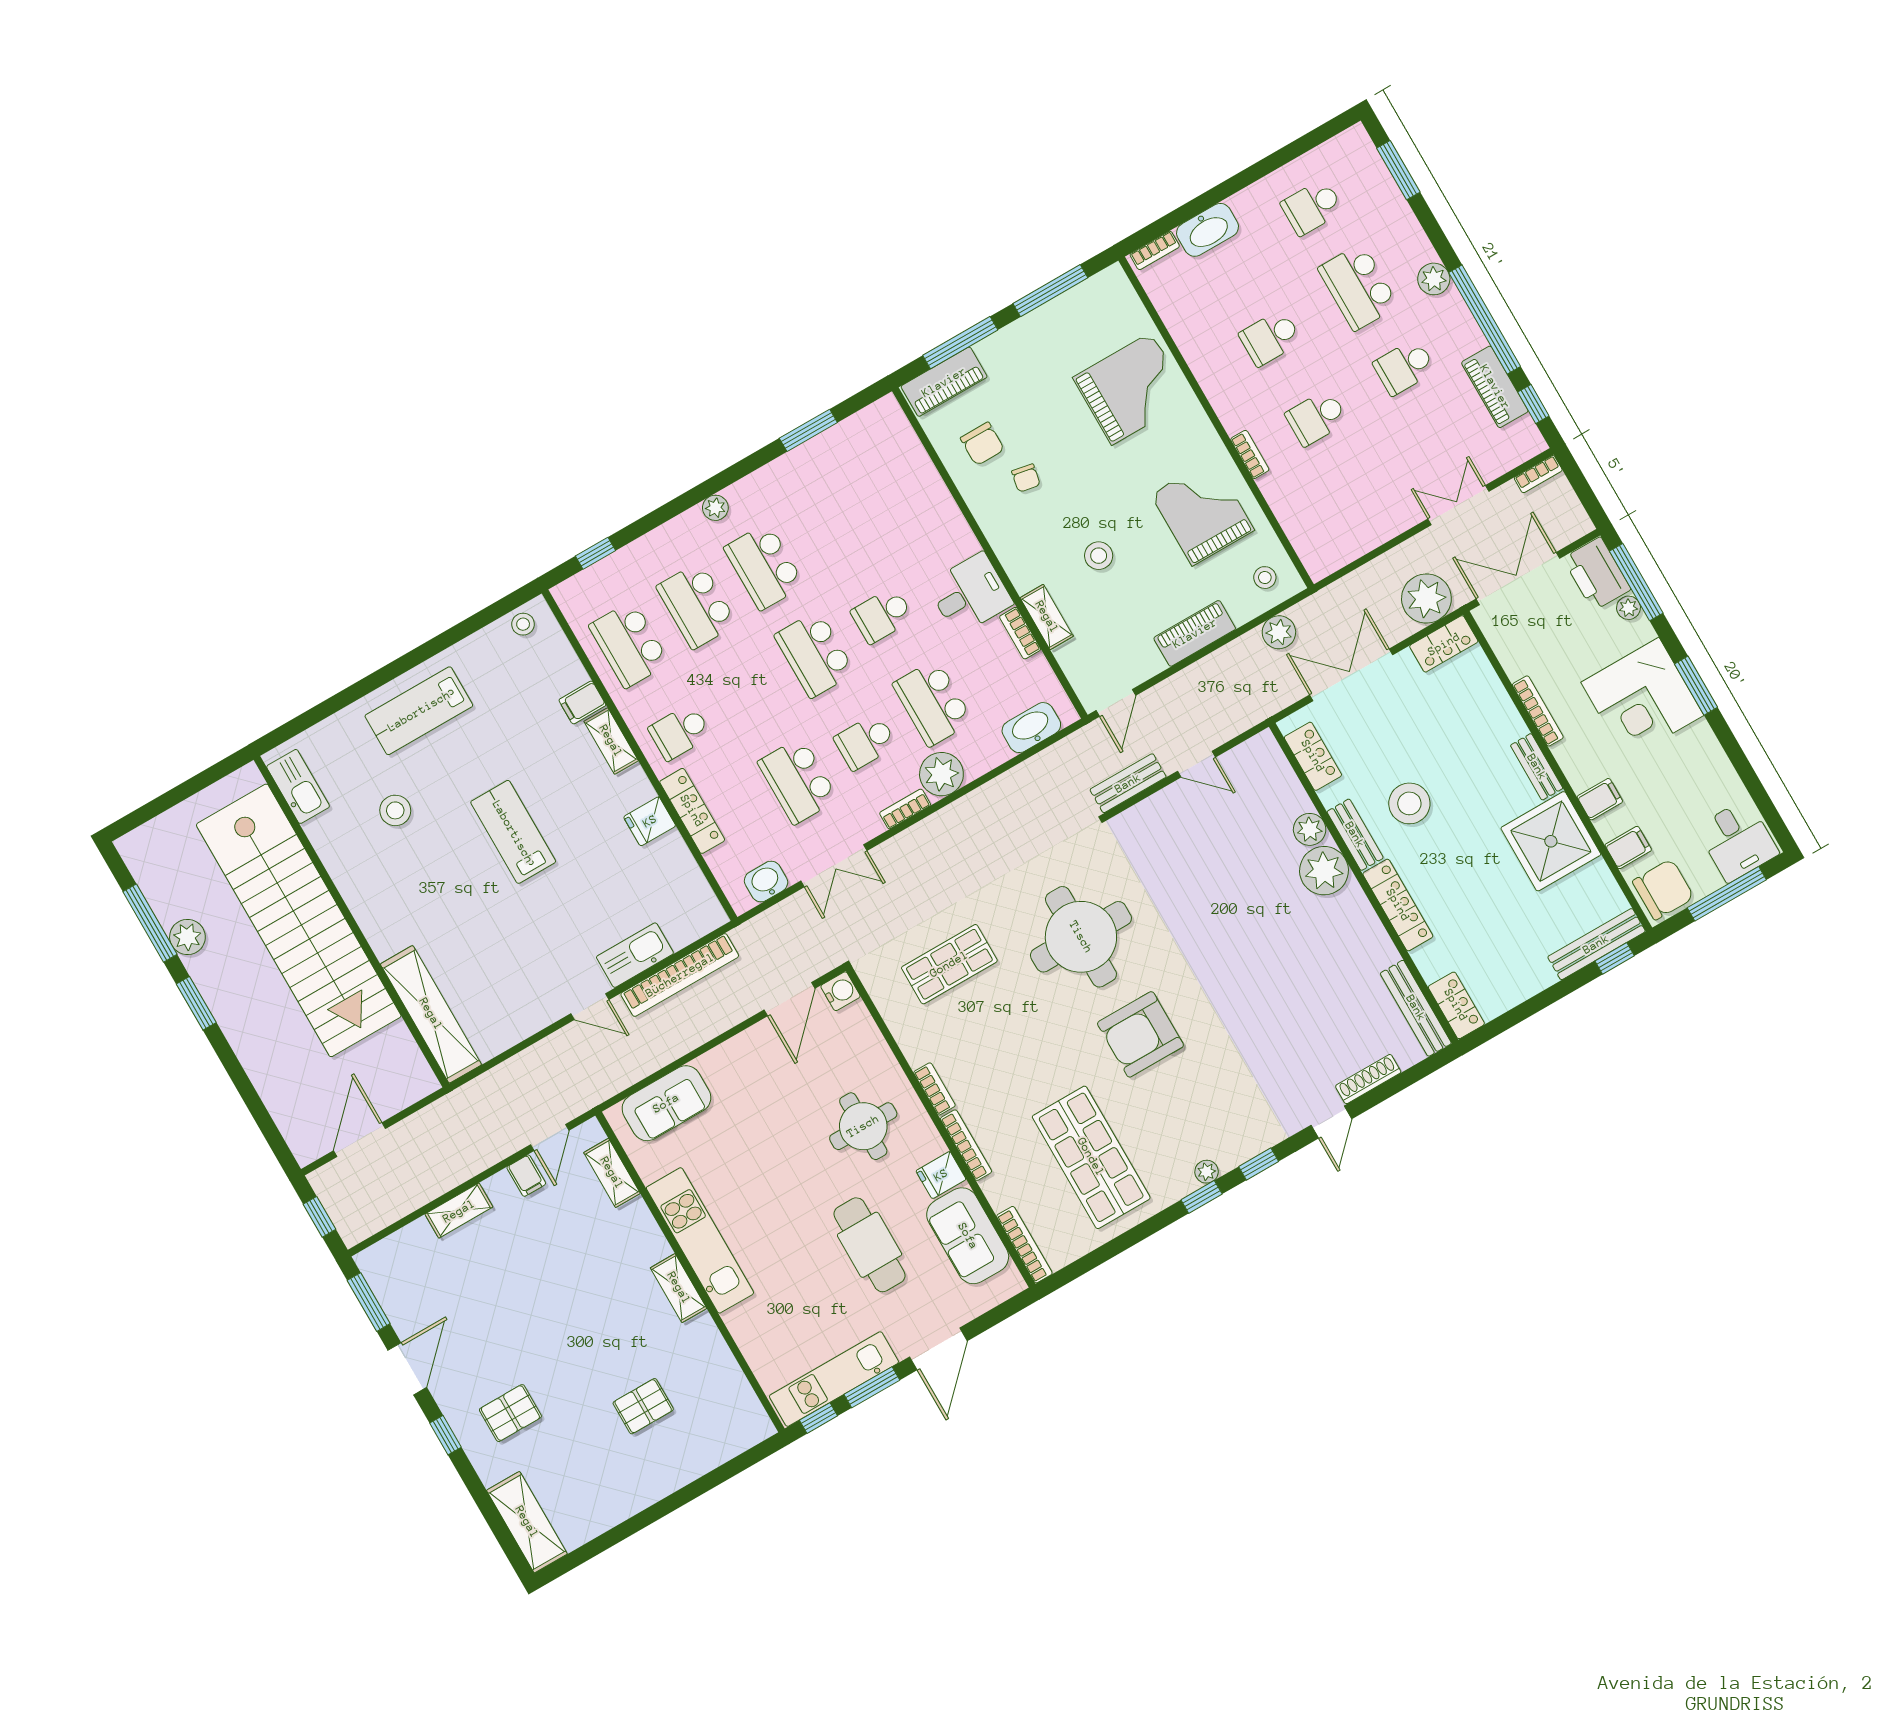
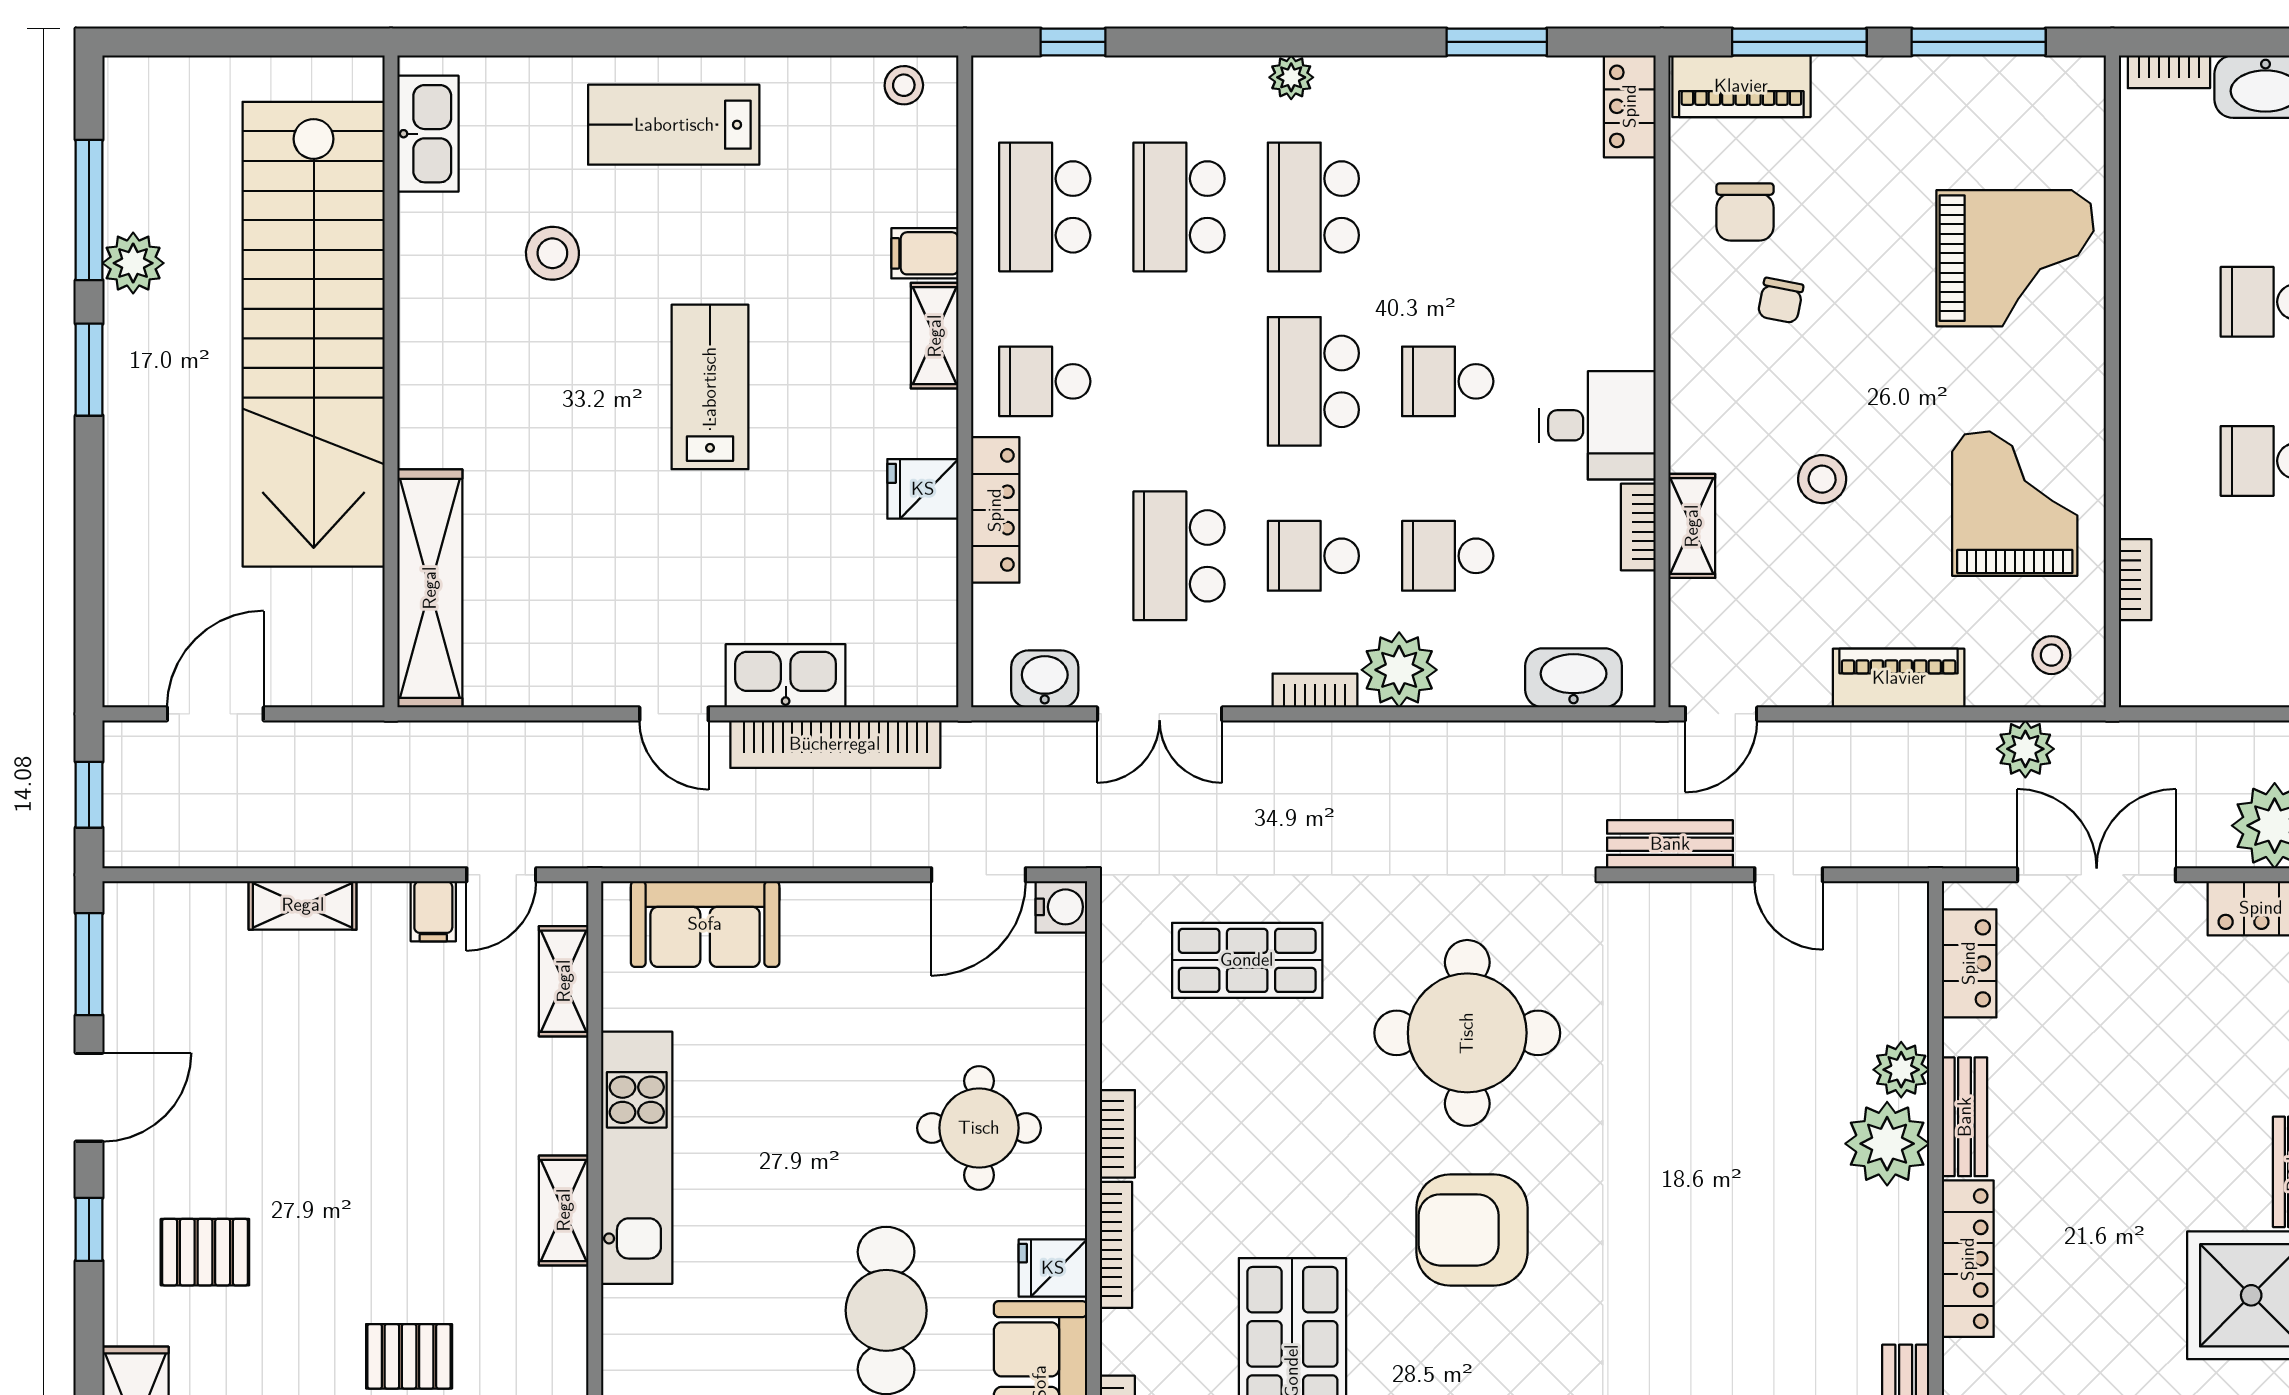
locker: (894, 424) -> (1630, 106), added
bookcase: (1250, 454) -> (2135, 580), moved
school desk: (933, 703) -> (1448, 556), width x0.54
stool: (1409, 803) -> (2073, 1117), removed

